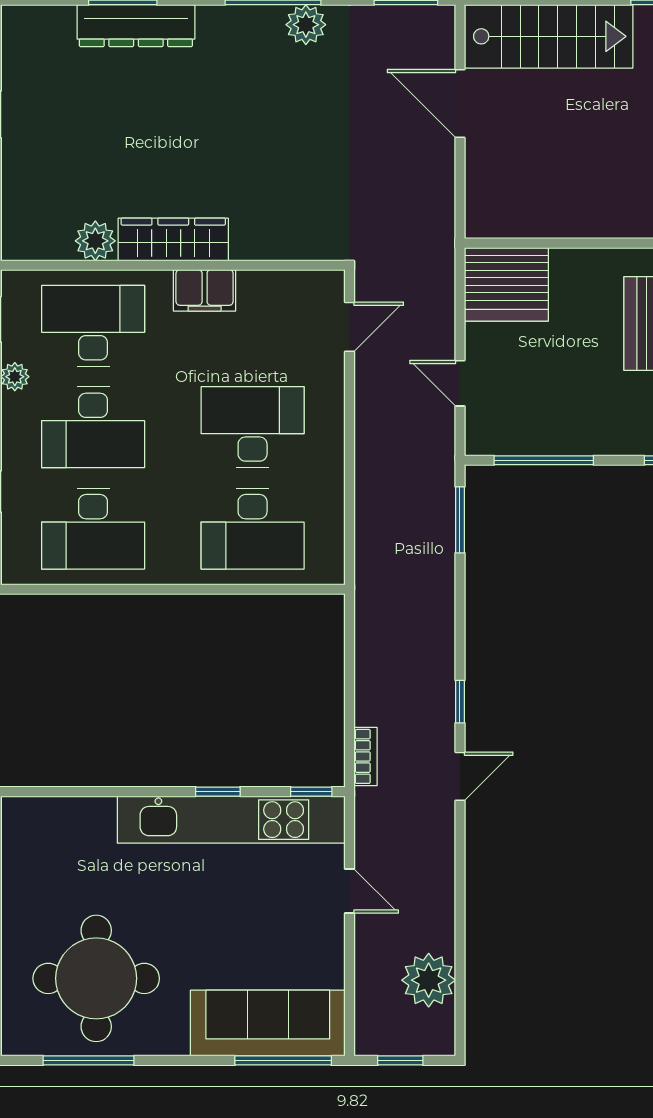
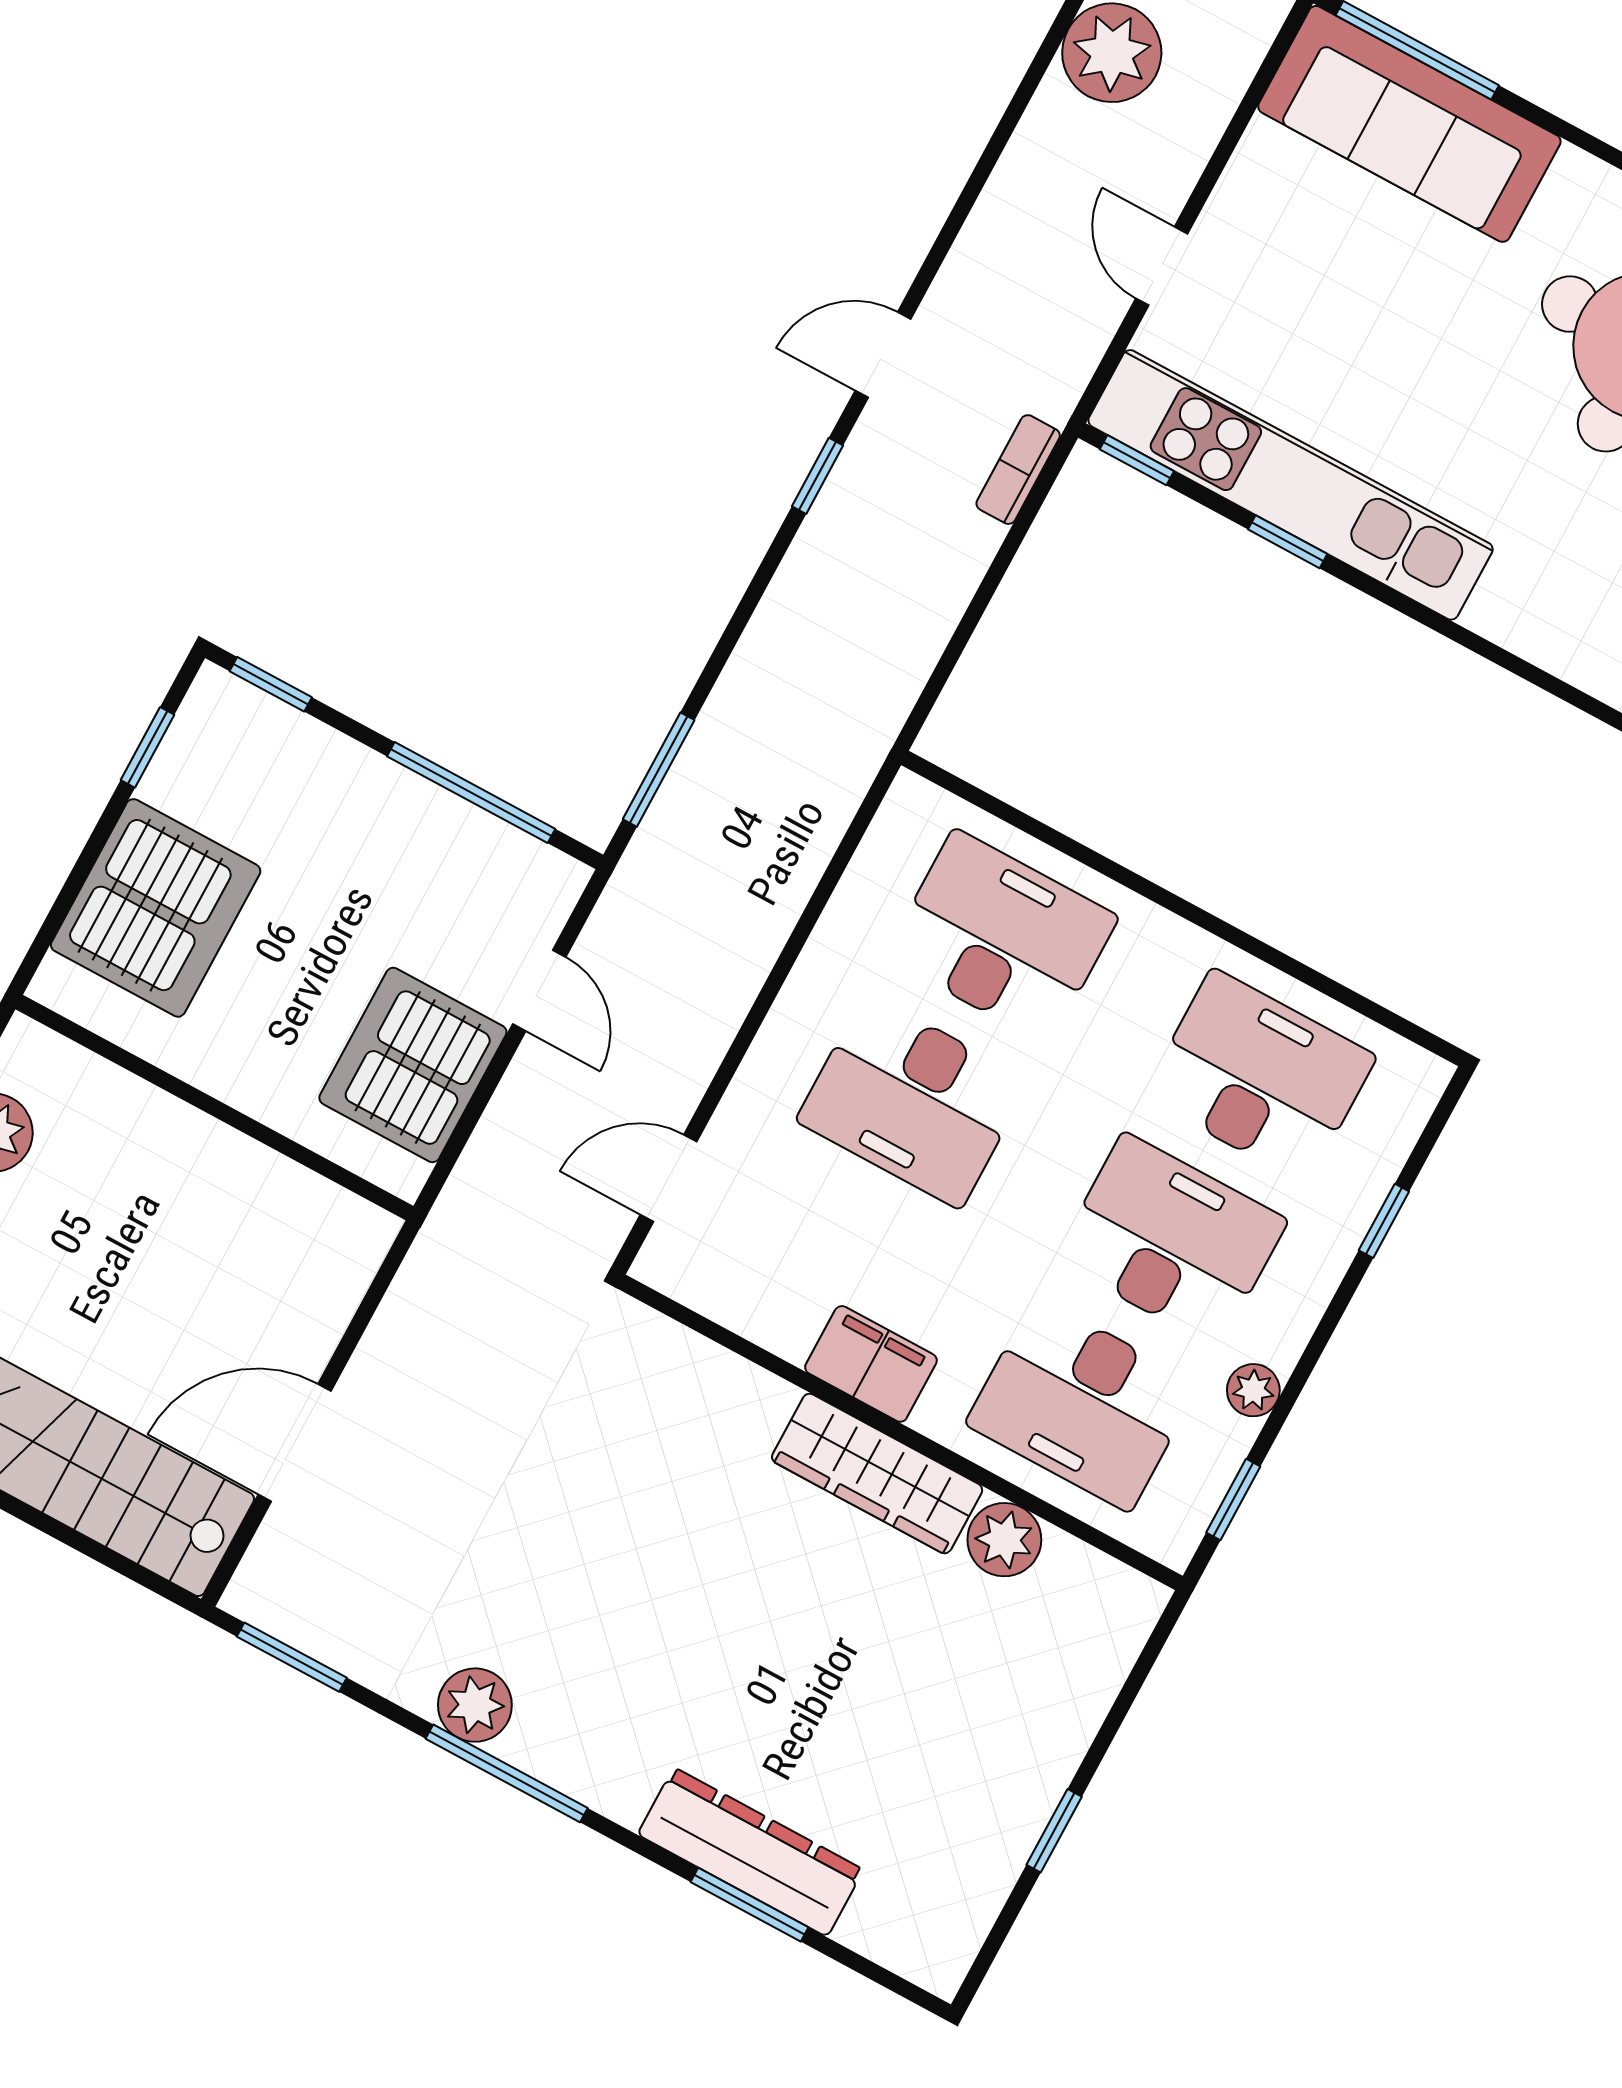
door: (460, 104) -> (295, 1443), swing flipped
server rack: (506, 284) -> (413, 1065), moved, turned -90

